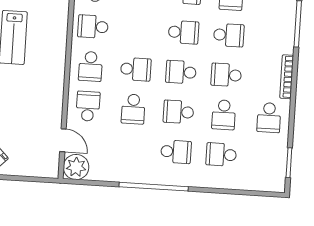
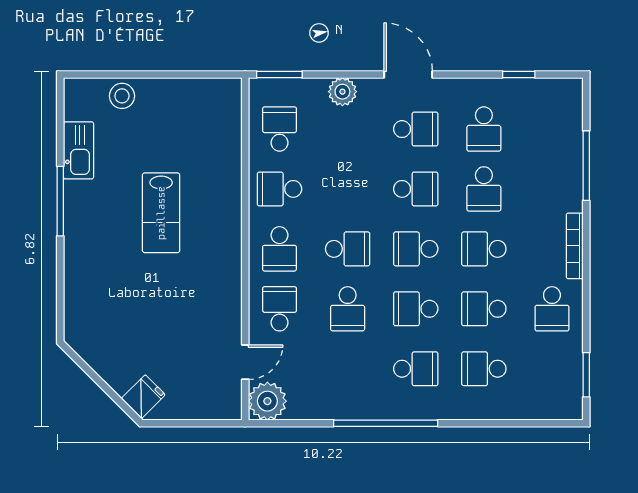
school desk: (229, 35) -> (484, 189), turned 90
school desk: (224, 115) -> (484, 309), turned 90
door: (63, 140) -> (245, 362), hinge flipped

